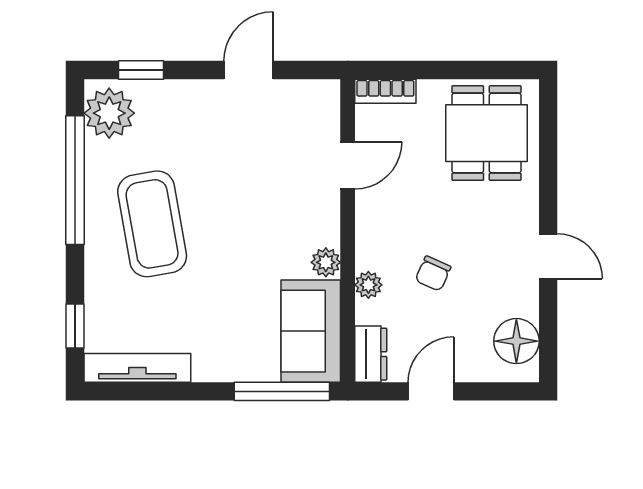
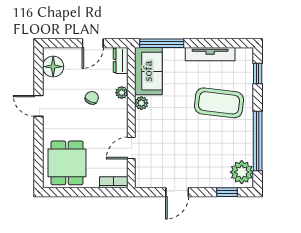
coffee table: (152, 224) -> (219, 103), moved, turned -73
tv unit: (137, 368) -> (210, 54), moved

